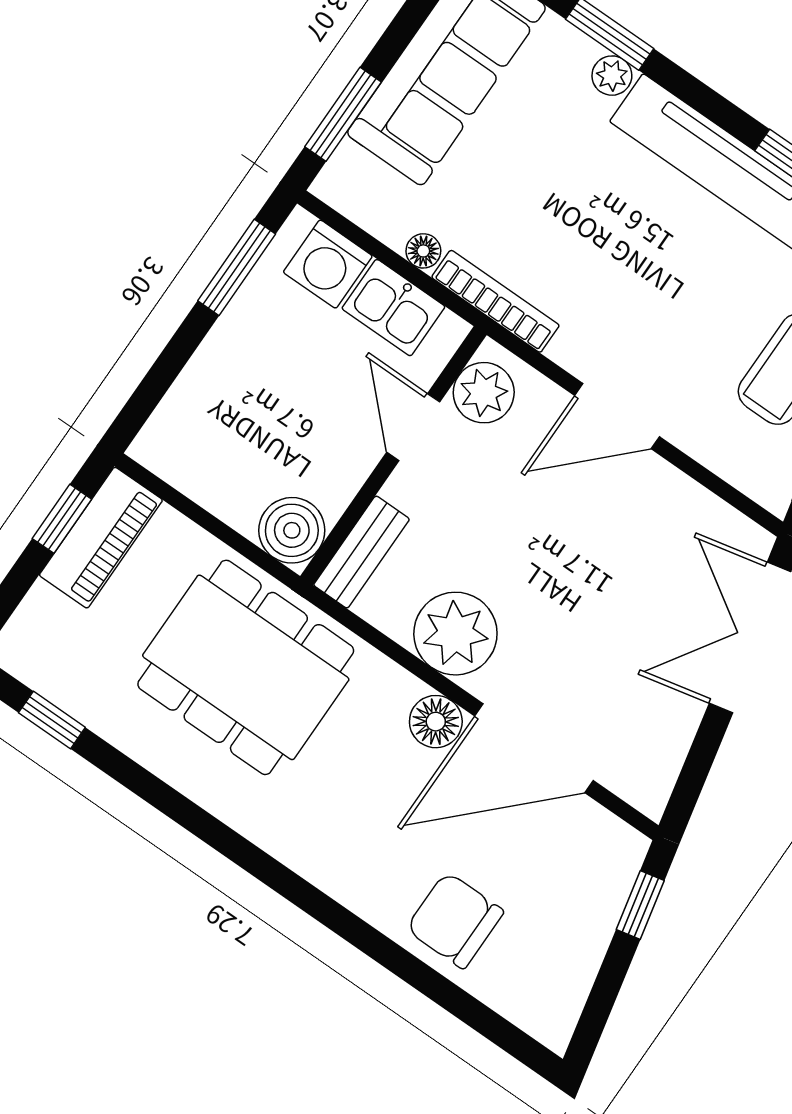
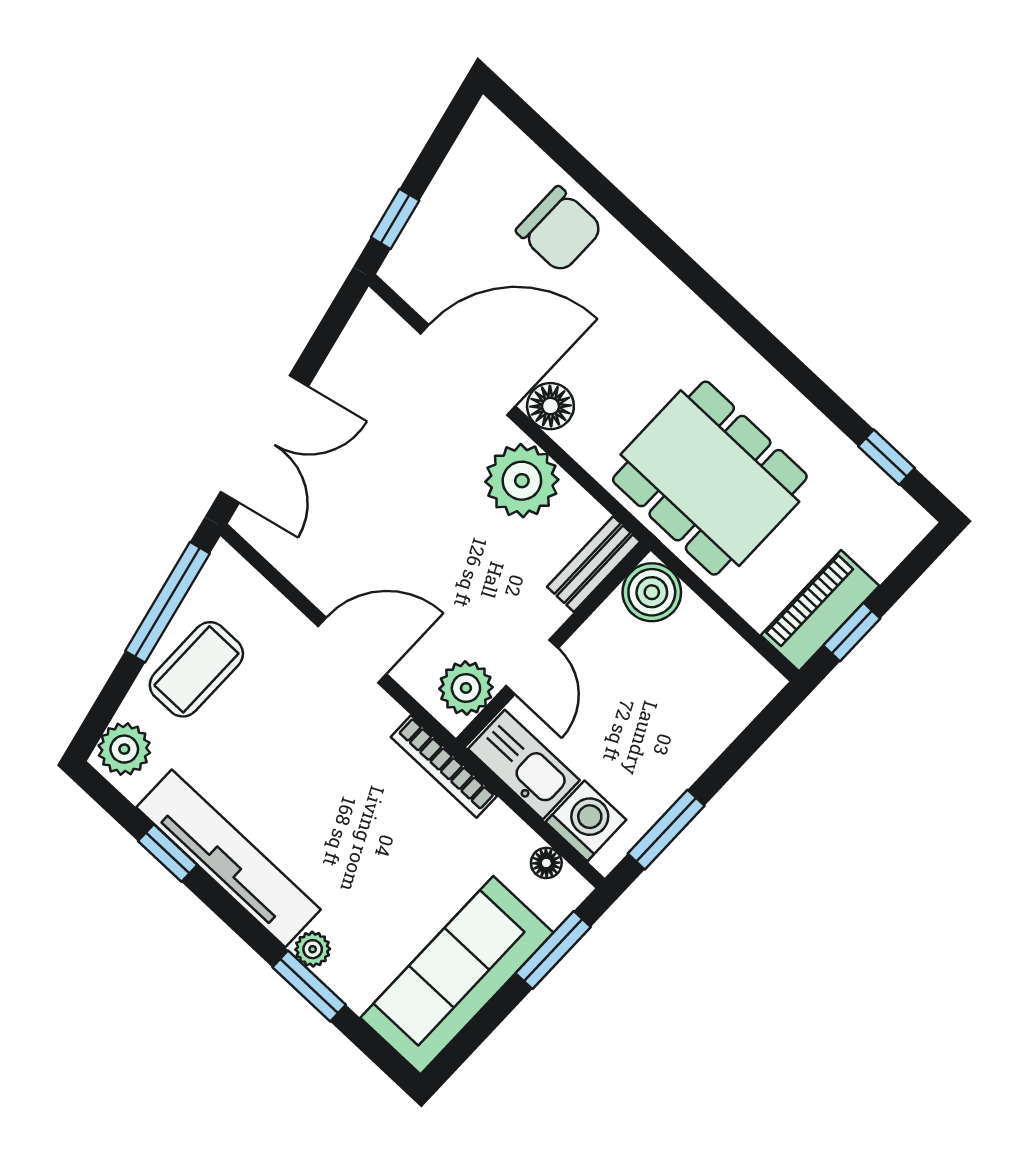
floor lamp: (423, 251) -> (546, 863), moved
kitchen sink: (393, 308) -> (524, 765), width x1.38

